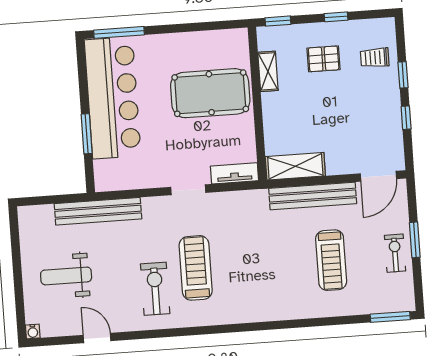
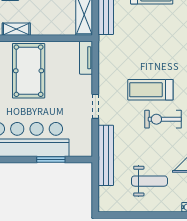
doorway: (188, 190) -> (95, 106), moved
weight bench: (66, 276) -> (149, 181), turned -90

